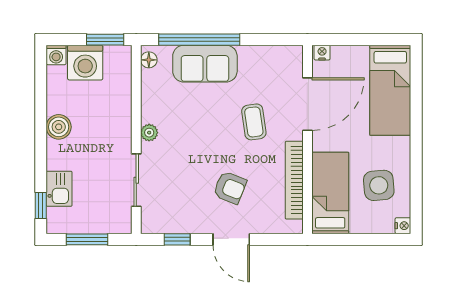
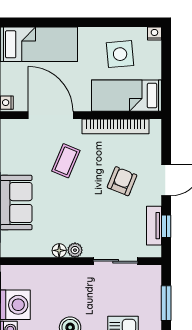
floor lamp: (149, 60) -> (59, 250), moved
coffee table: (254, 122) -> (66, 161), turned -59
tv unit: (178, 225) -> (154, 226), added

